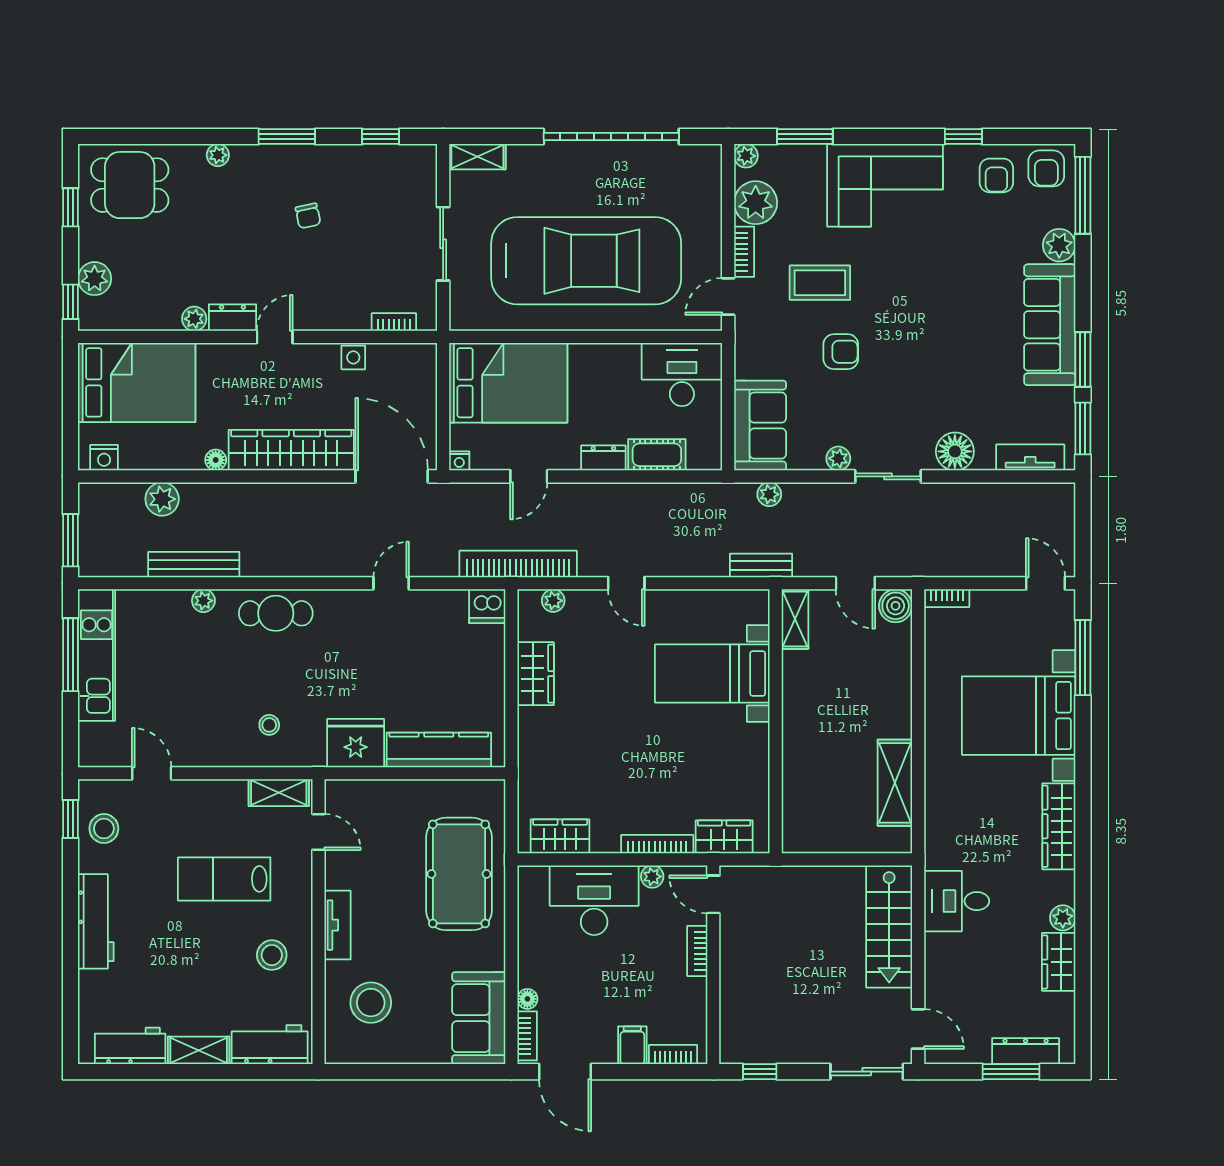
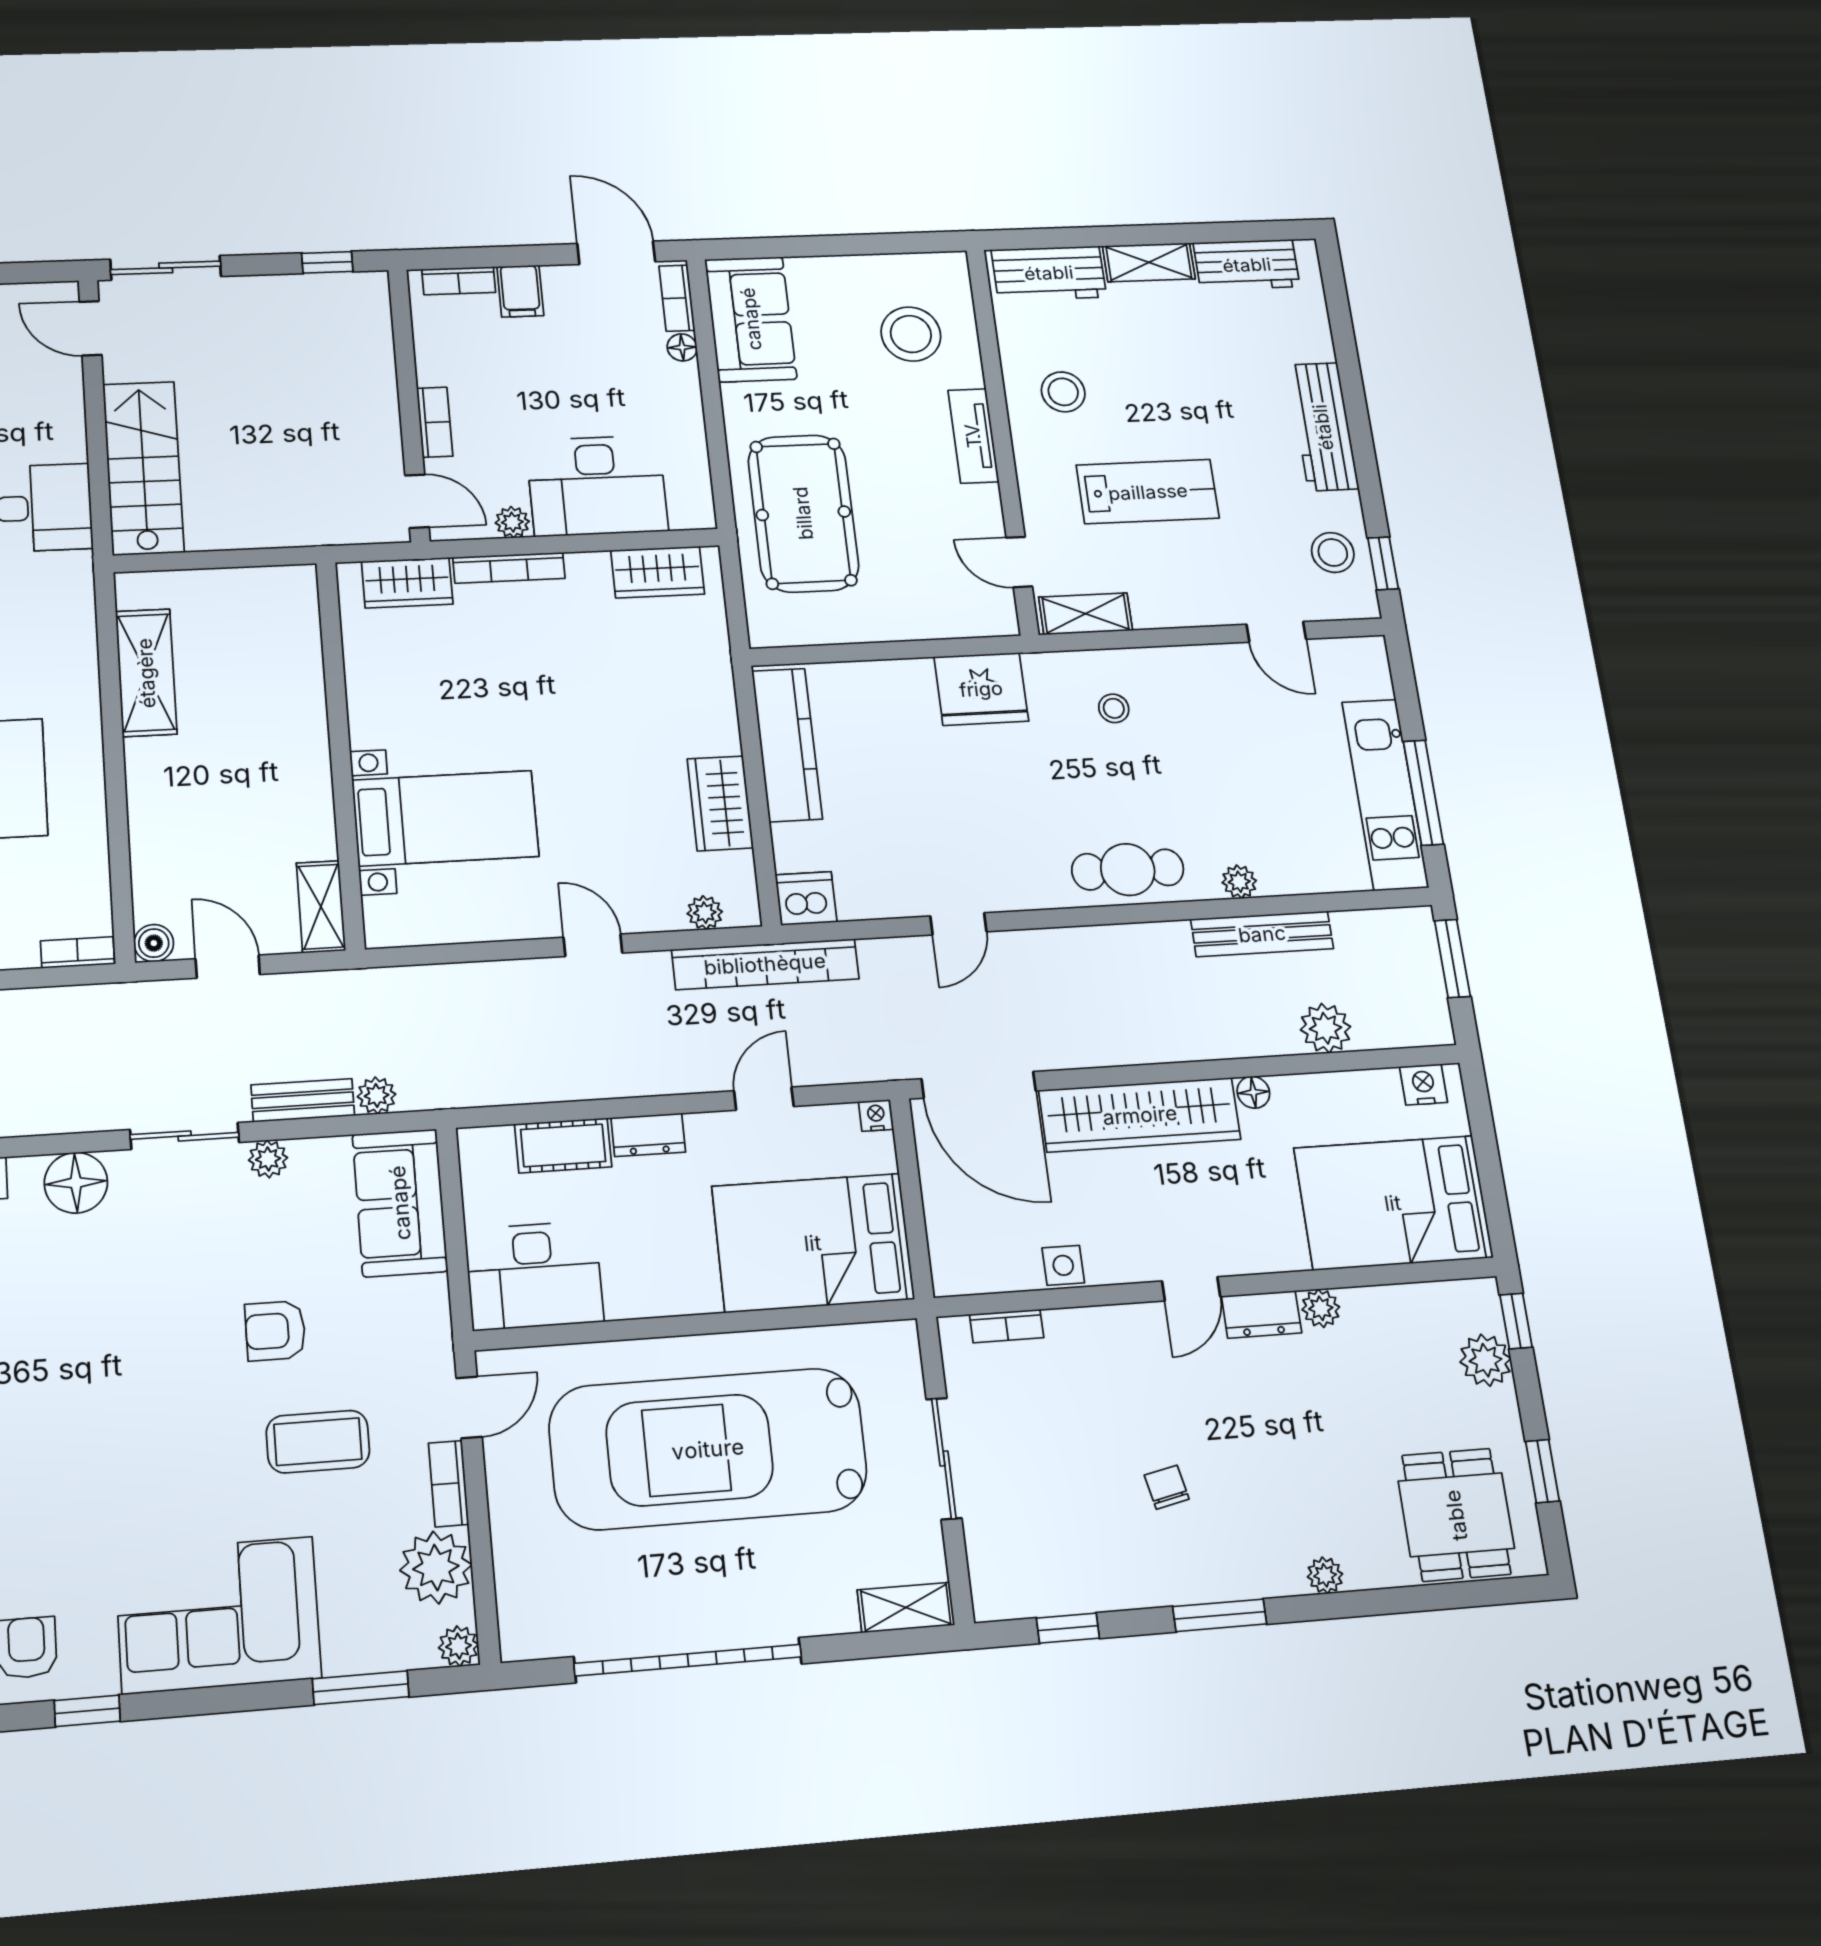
dining table: (130, 185) -> (1456, 1515), turned 90
bench: (761, 565) -> (303, 1100), moved
boiler: (896, 606) -> (154, 943), width x0.73, depth x0.73
kitchen counter: (439, 750) -> (787, 745), moved, turned -90

